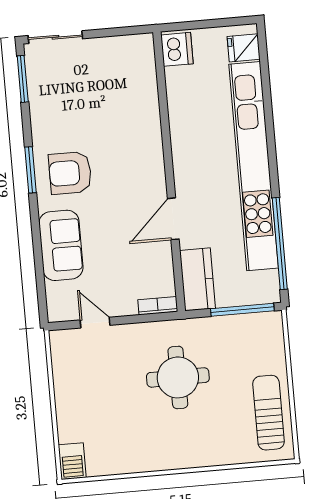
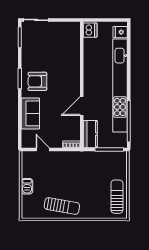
round table: (178, 377) -> (78, 177), removed
sun lounger: (149, 444) -> (62, 206), added
barbecue: (72, 461) -> (27, 186), moved

